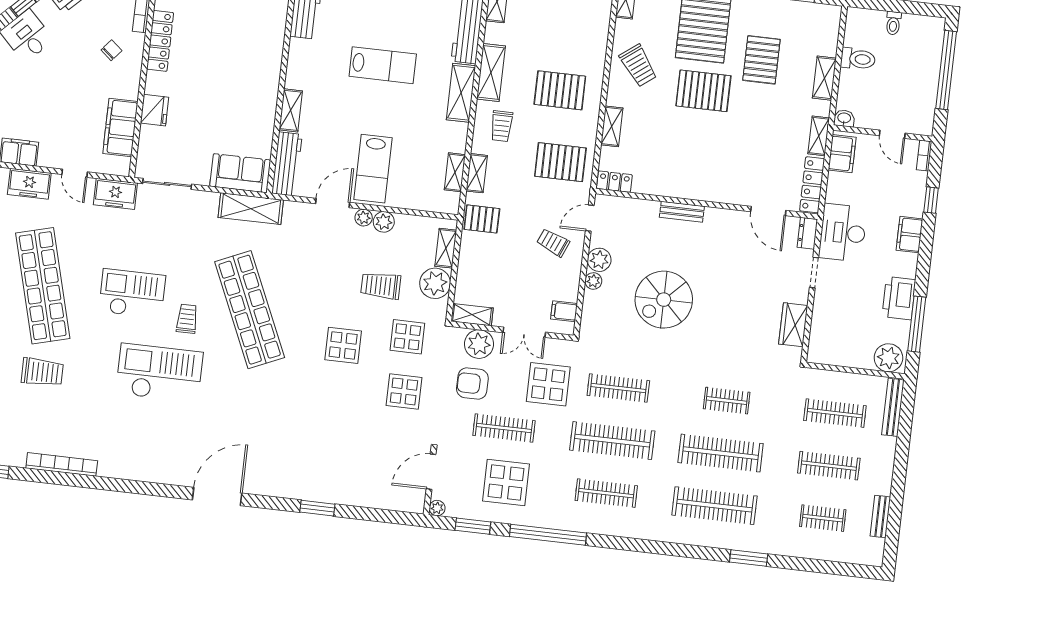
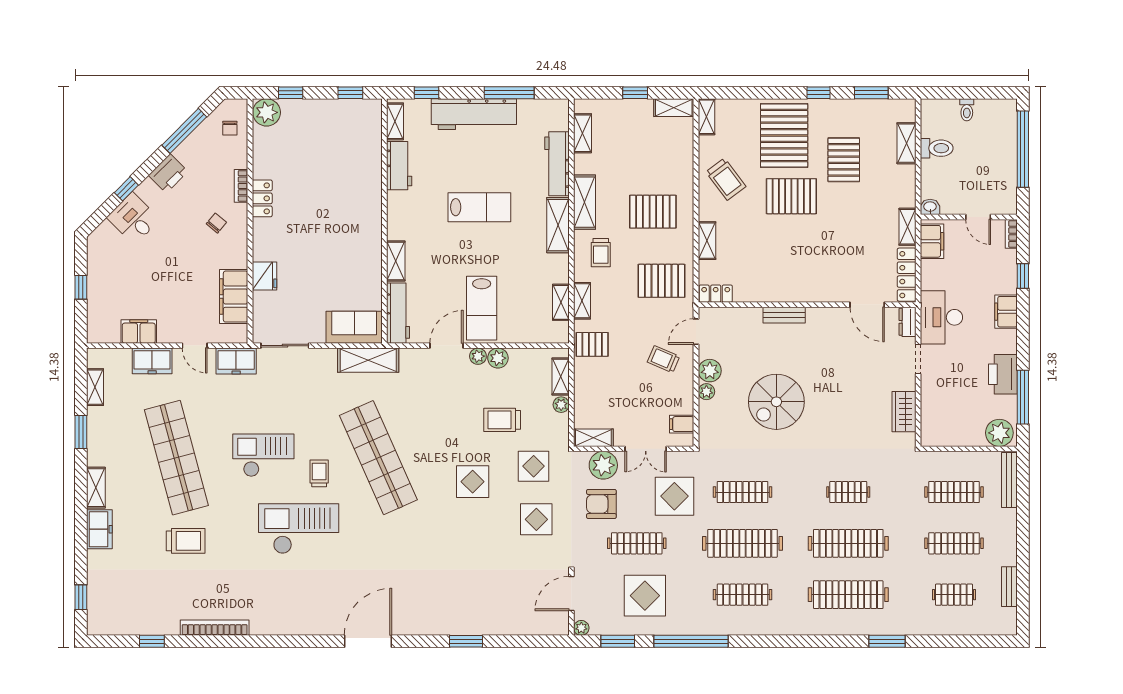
locker: (160, 41) -> (262, 198), width x0.66
shelving: (824, 78) -> (906, 143), moved
plant: (435, 283) -> (561, 405), width x0.53, depth x0.53

